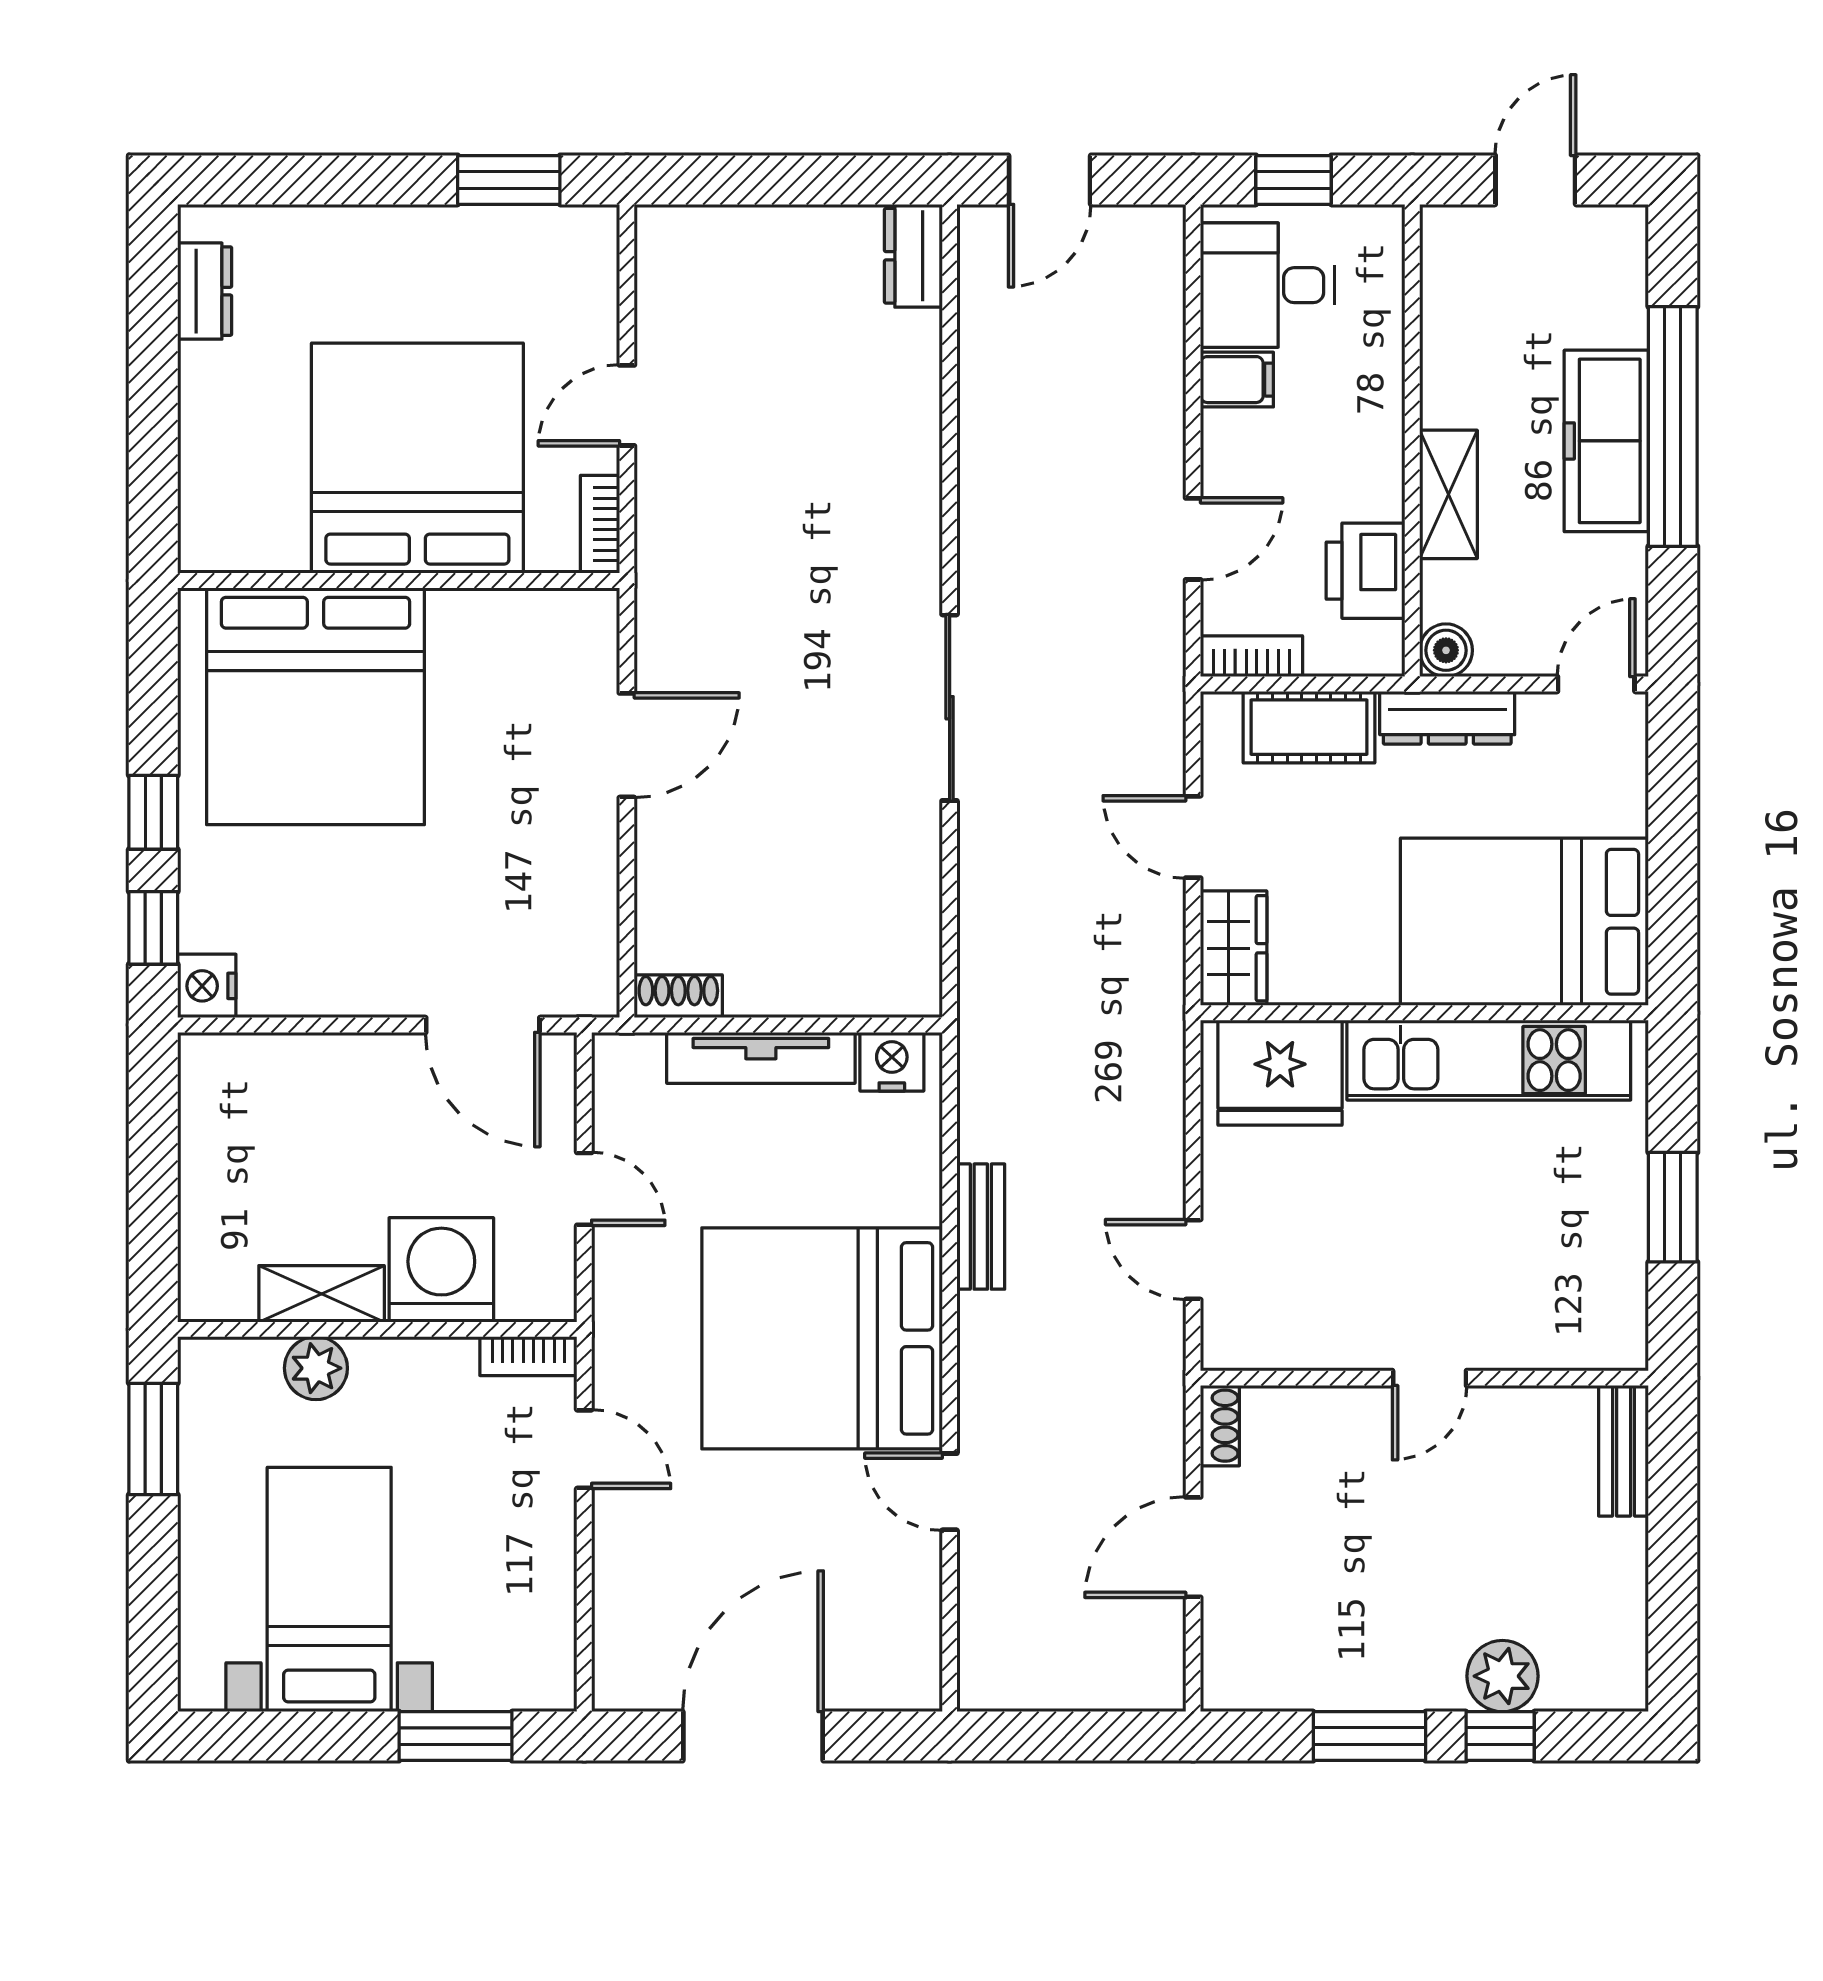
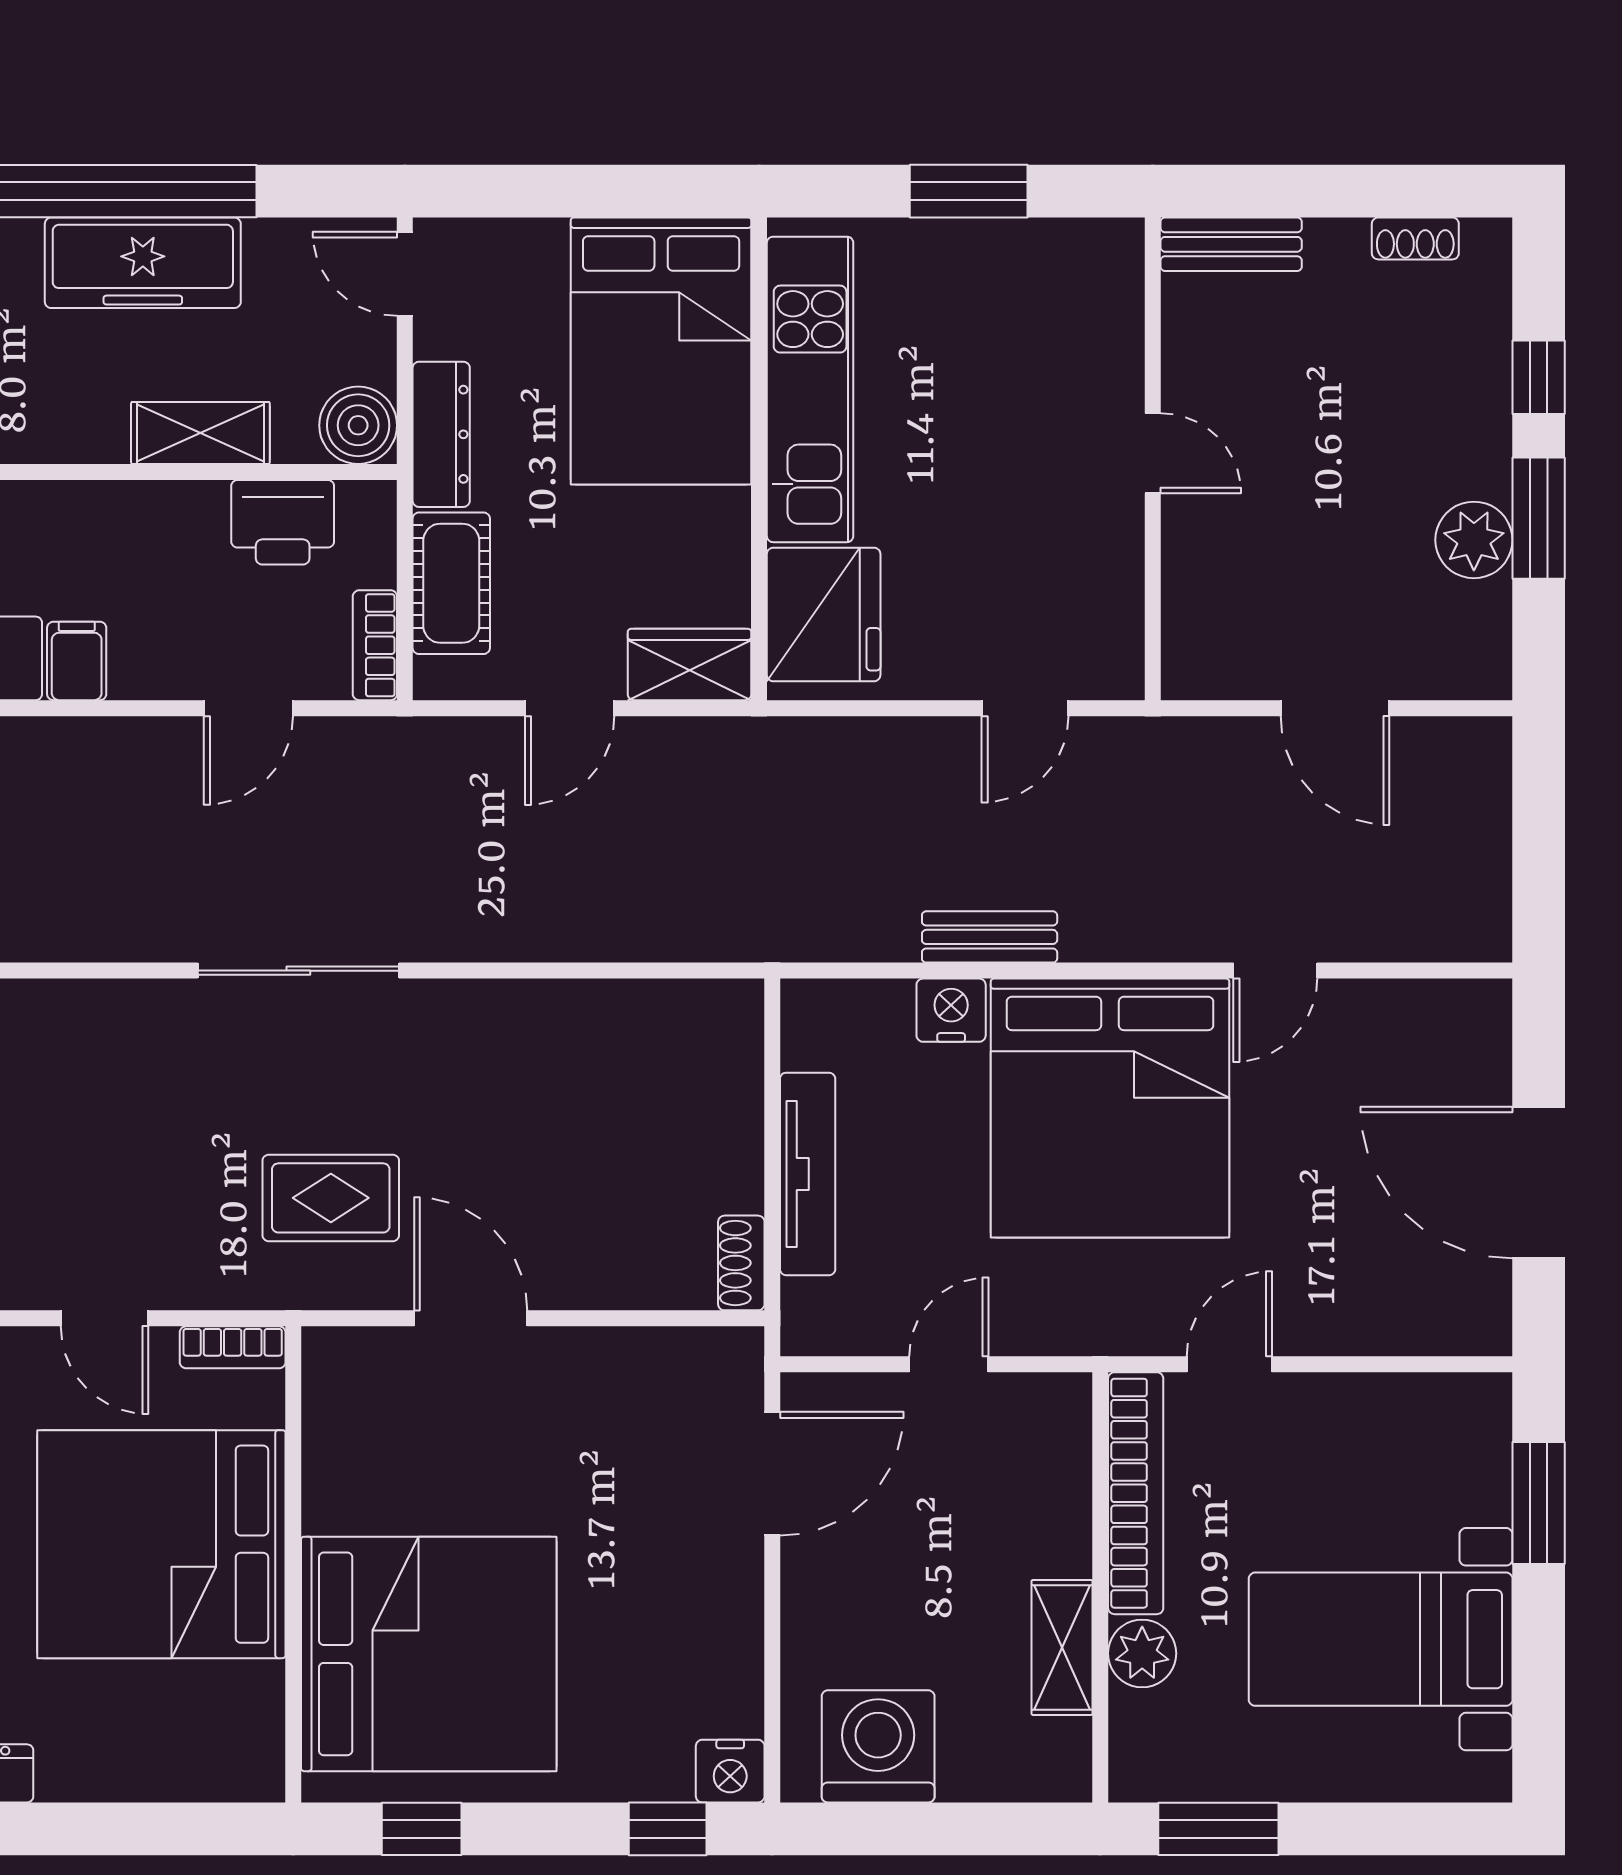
door: (1193, 539) -> (248, 708), swing flipped
rug: (739, 615) -> (331, 1198), added
boiler: (1446, 650) -> (358, 425), width x1.36, depth x1.36
sliding door: (950, 708) -> (298, 971), moved
window: (153, 812) -> (422, 1829), moved
nightstand: (892, 1062) -> (951, 1010), moved, turned 90
washing machine: (441, 1270) -> (878, 1746), moved, turned 90
bookcase: (528, 1356) -> (1136, 1493), width x2.31, depth x1.31
shoe rack: (1220, 1426) -> (1415, 238), moved, turned 180
plant: (1502, 1676) -> (1474, 540), moved

